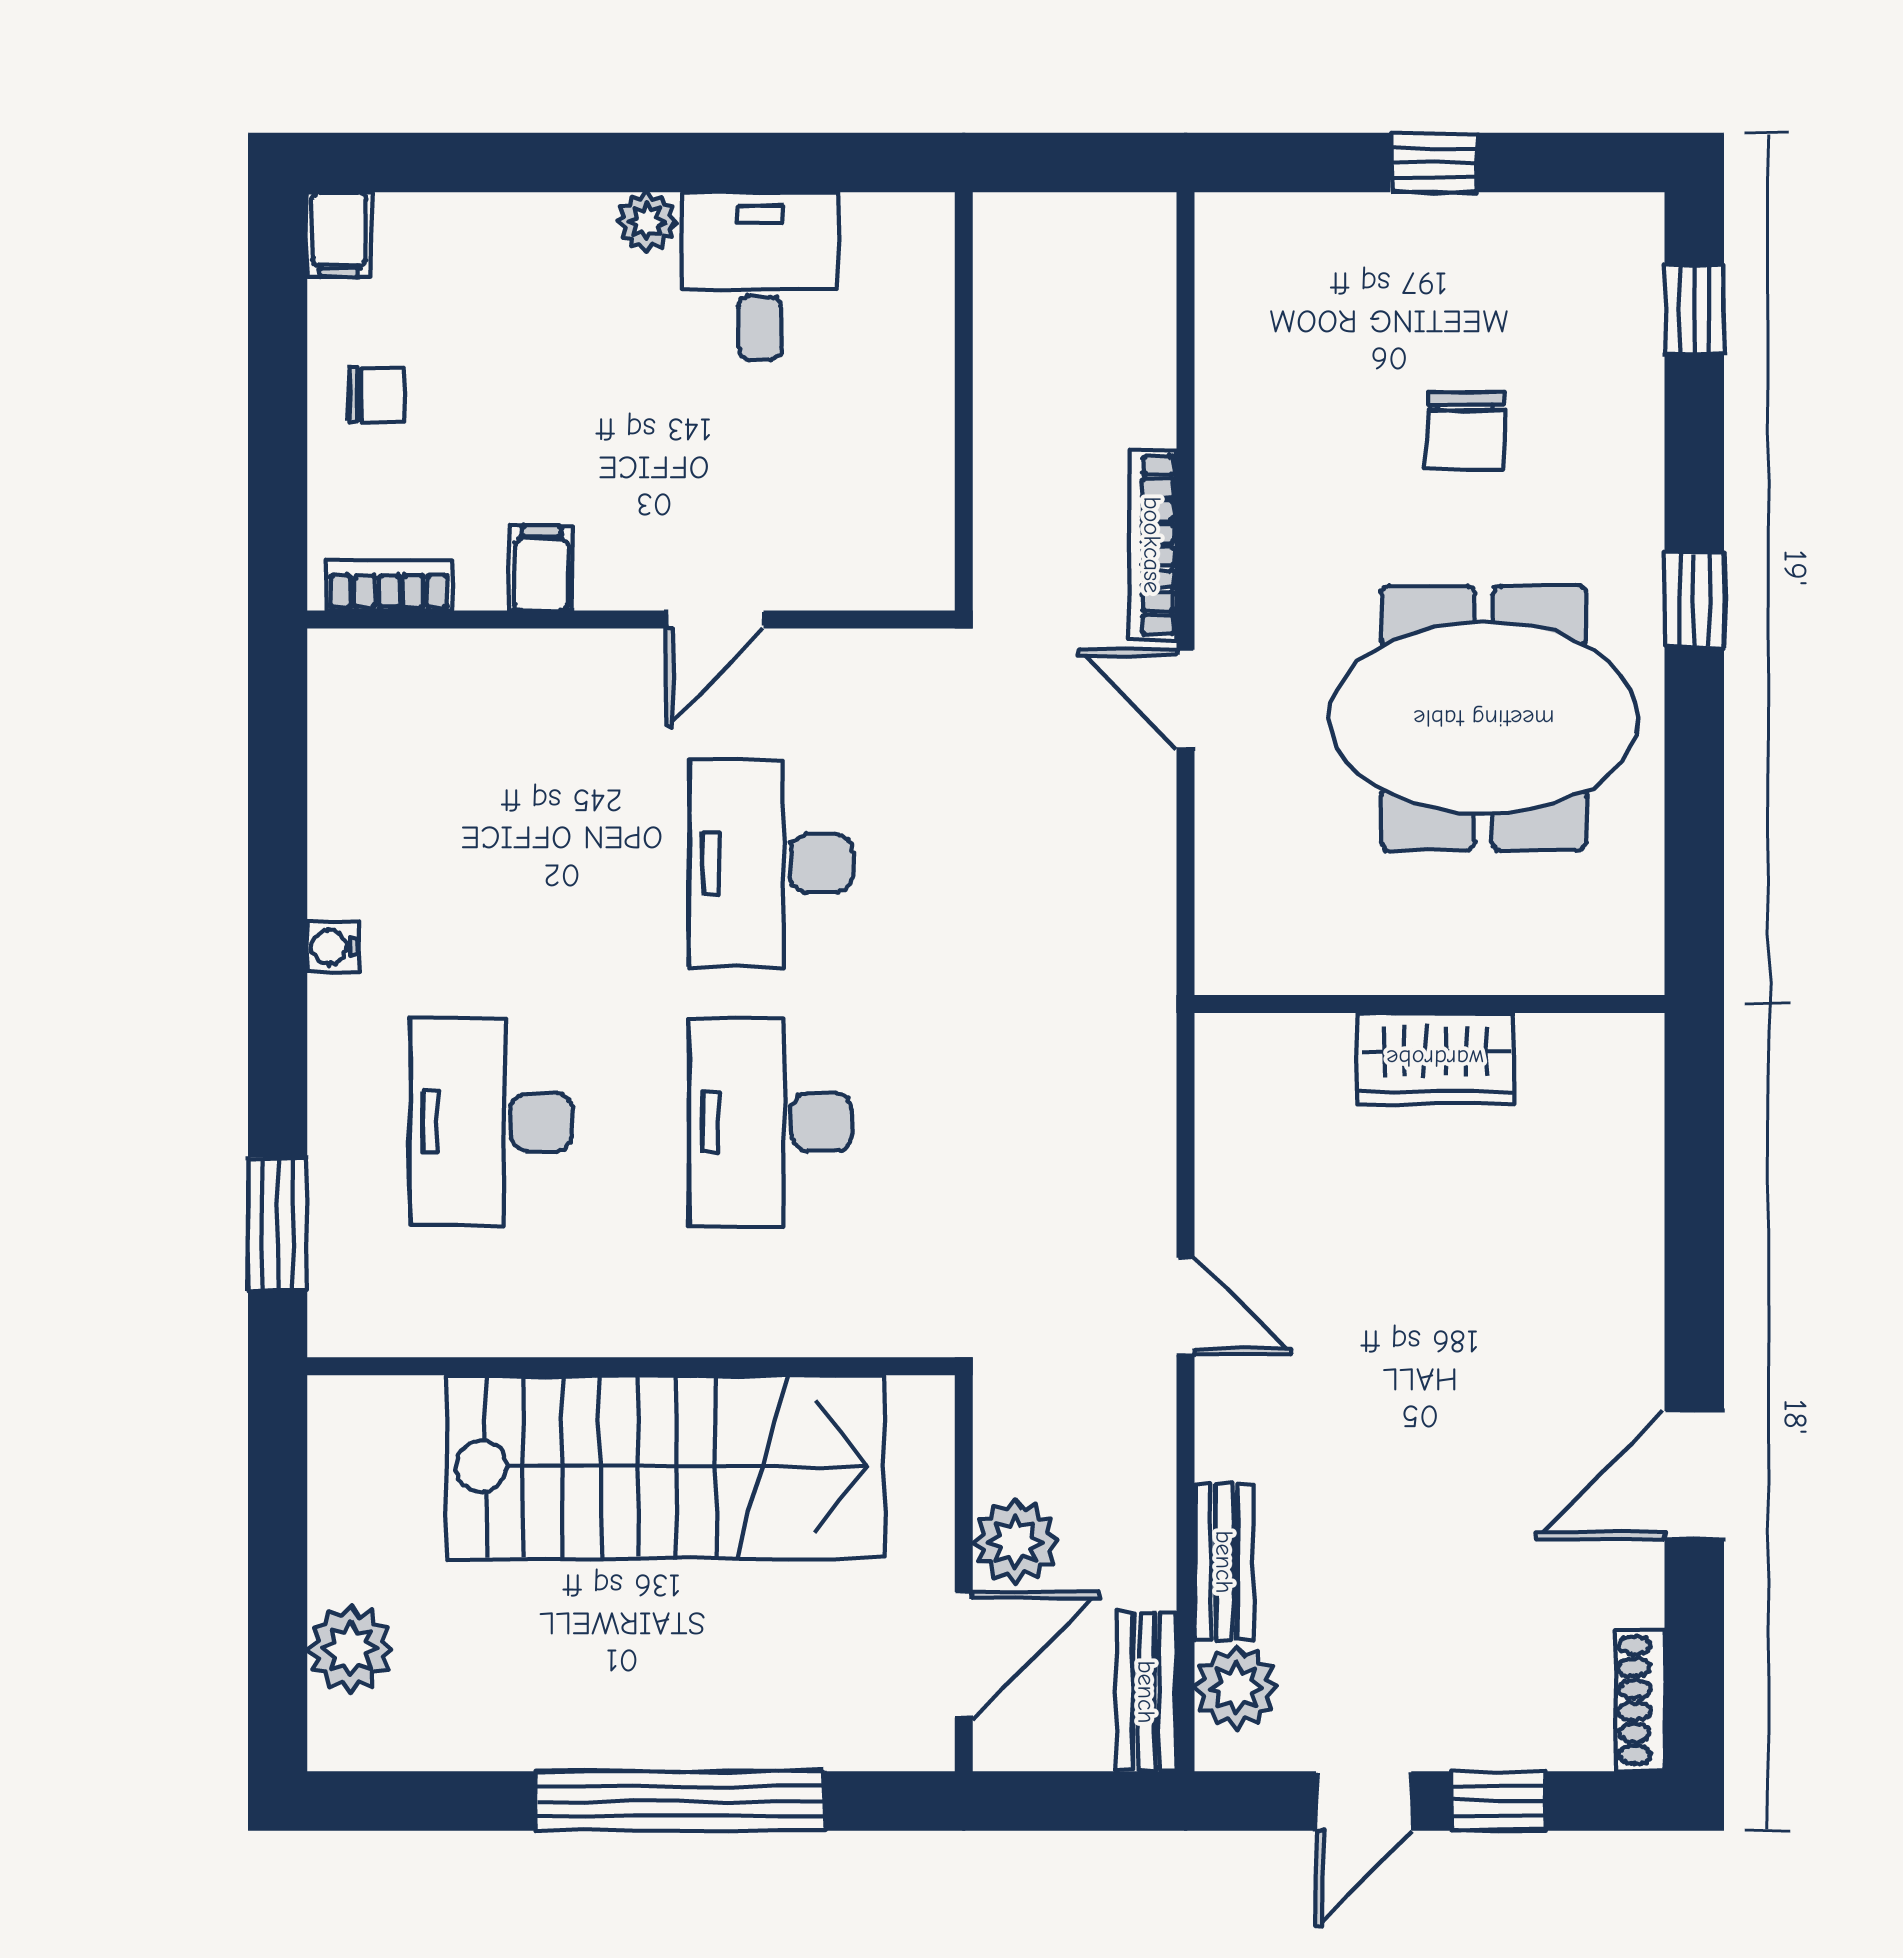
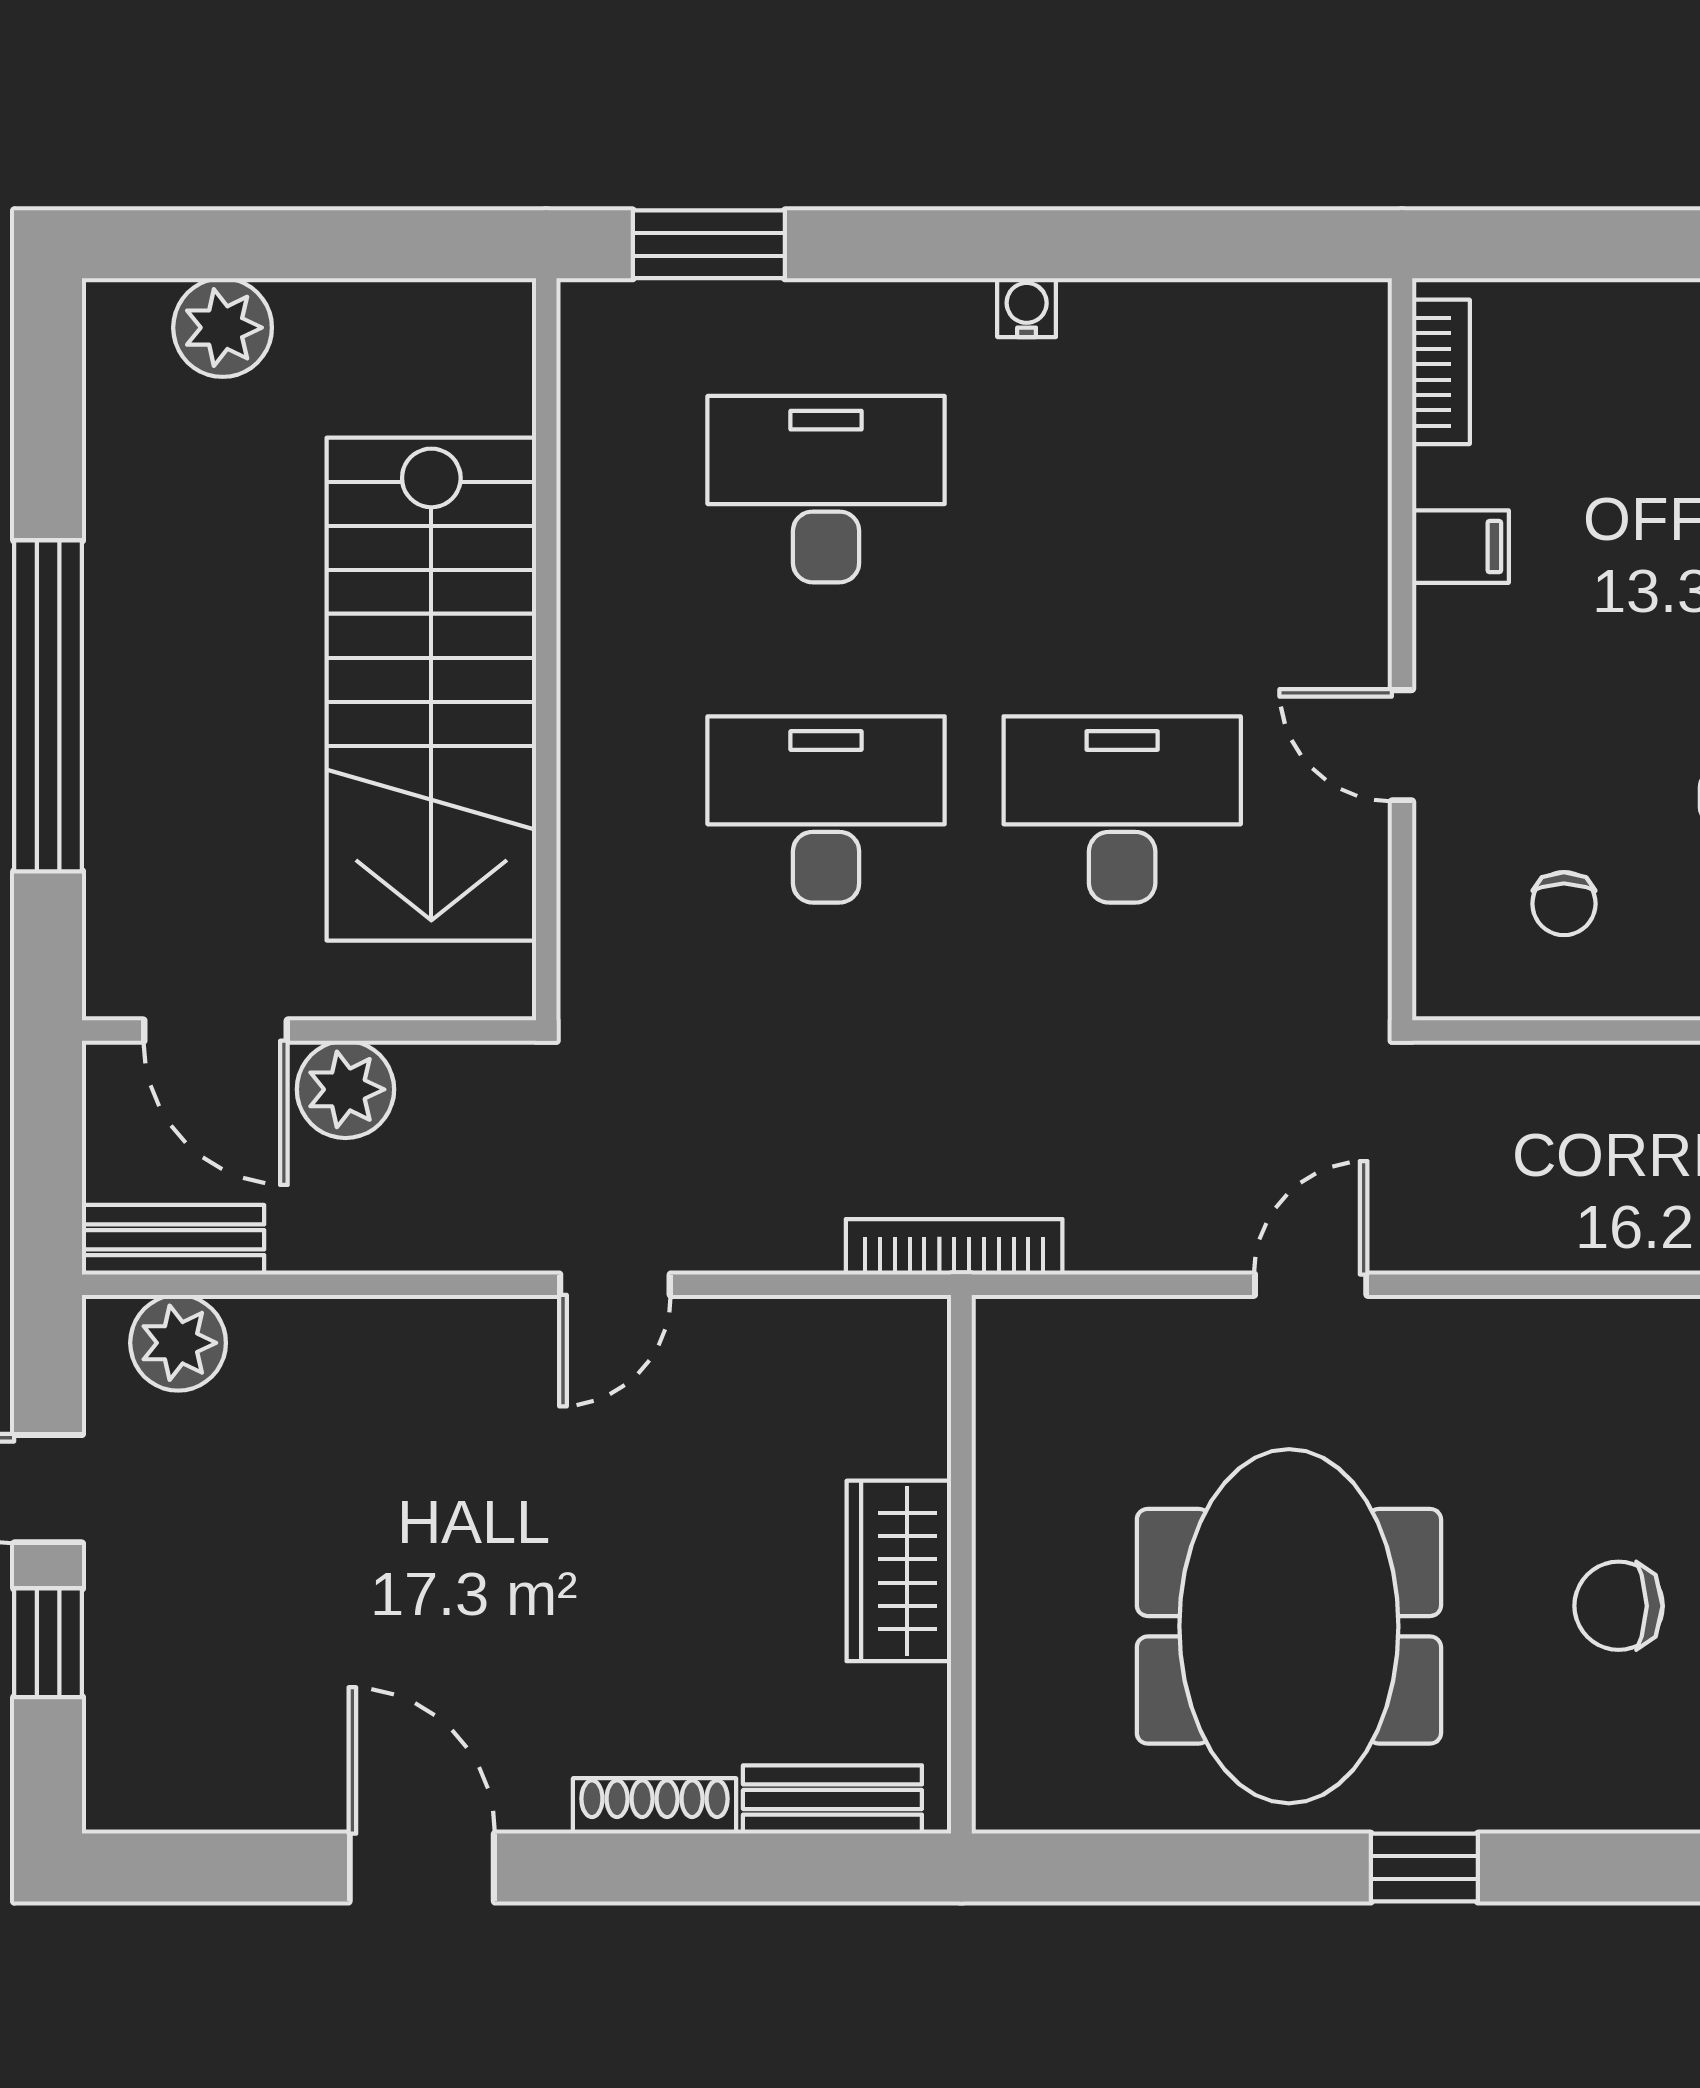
chair: (376, 395) -> (1564, 904), moved
bookcase: (1152, 545) -> (954, 1247), moved
bench: (1224, 1562) -> (832, 1800), moved
shoe rack: (1640, 1700) -> (655, 1806), moved

